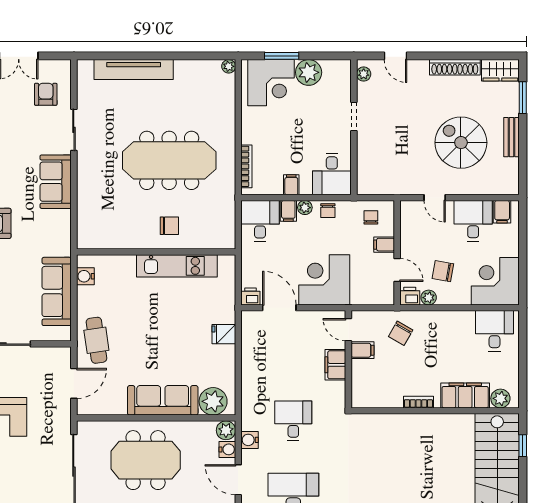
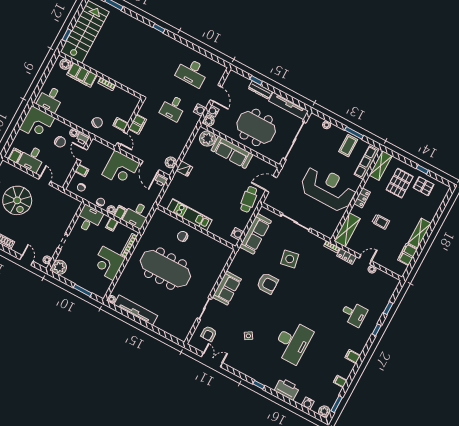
tv unit: (134, 70) -> (136, 310), moved
plant: (309, 72) -> (59, 267), moved
corner desk: (271, 83) -> (108, 263), moved, turned -90
plant: (251, 333) -> (171, 162), added

